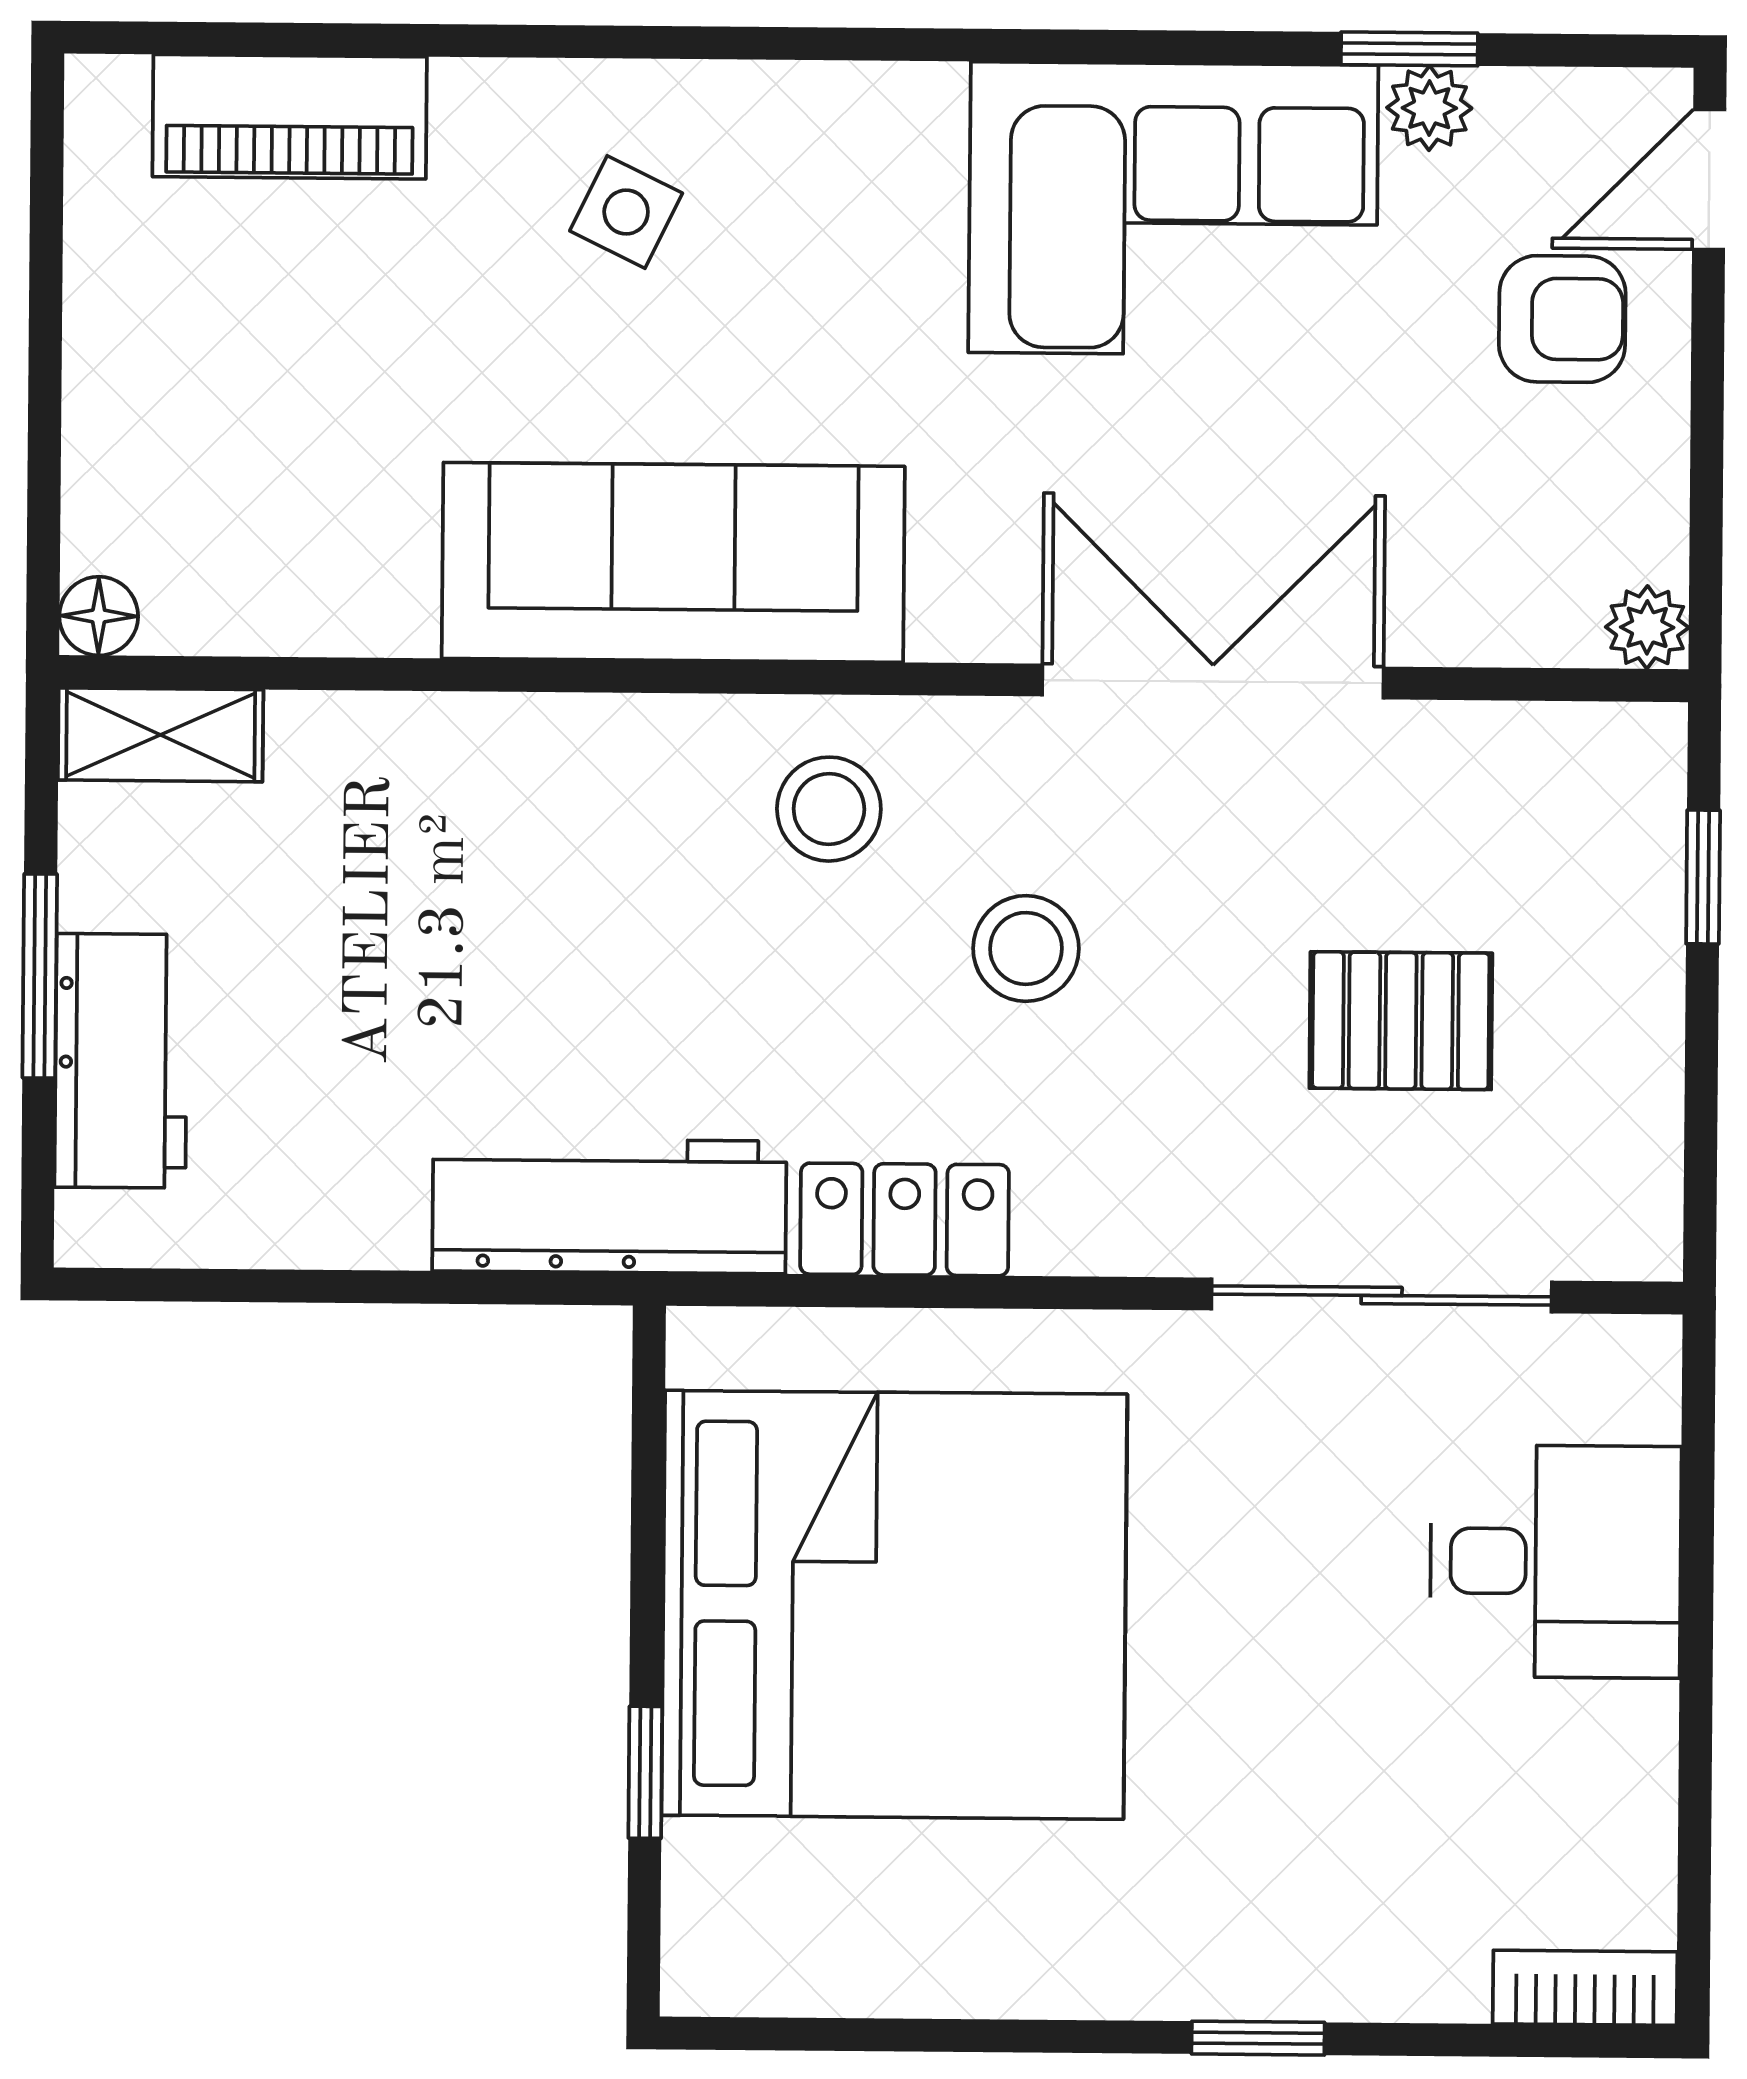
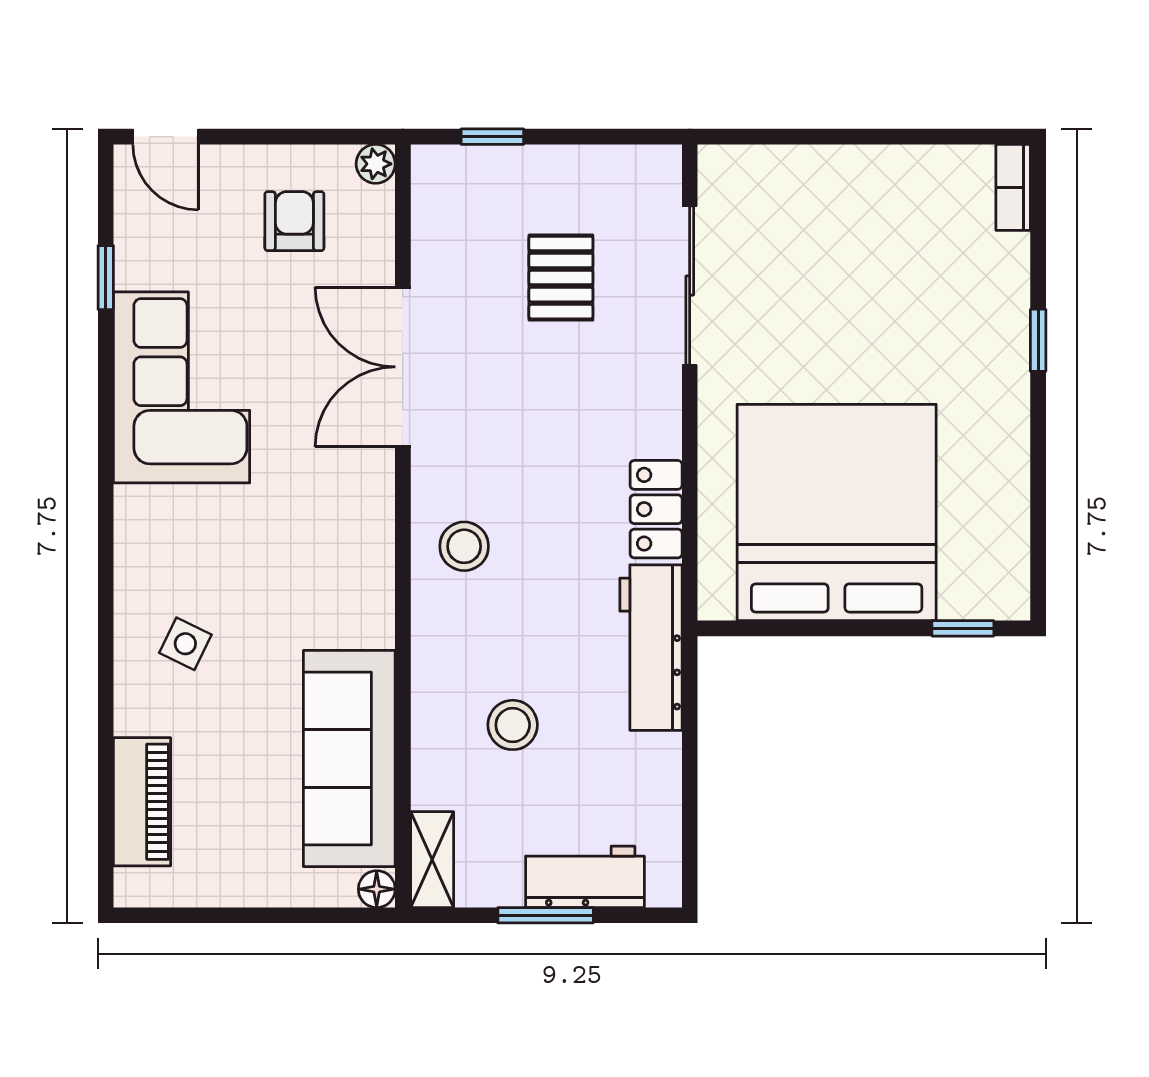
plant: (1429, 108) -> (133, 268), removed
armchair: (1562, 319) -> (294, 221), moved
sofa: (673, 562) -> (349, 759), moved
stool: (1026, 948) -> (513, 725), moved
desk: (1556, 1561) -> (814, 203), removed
window: (645, 1772) -> (963, 628), moved

